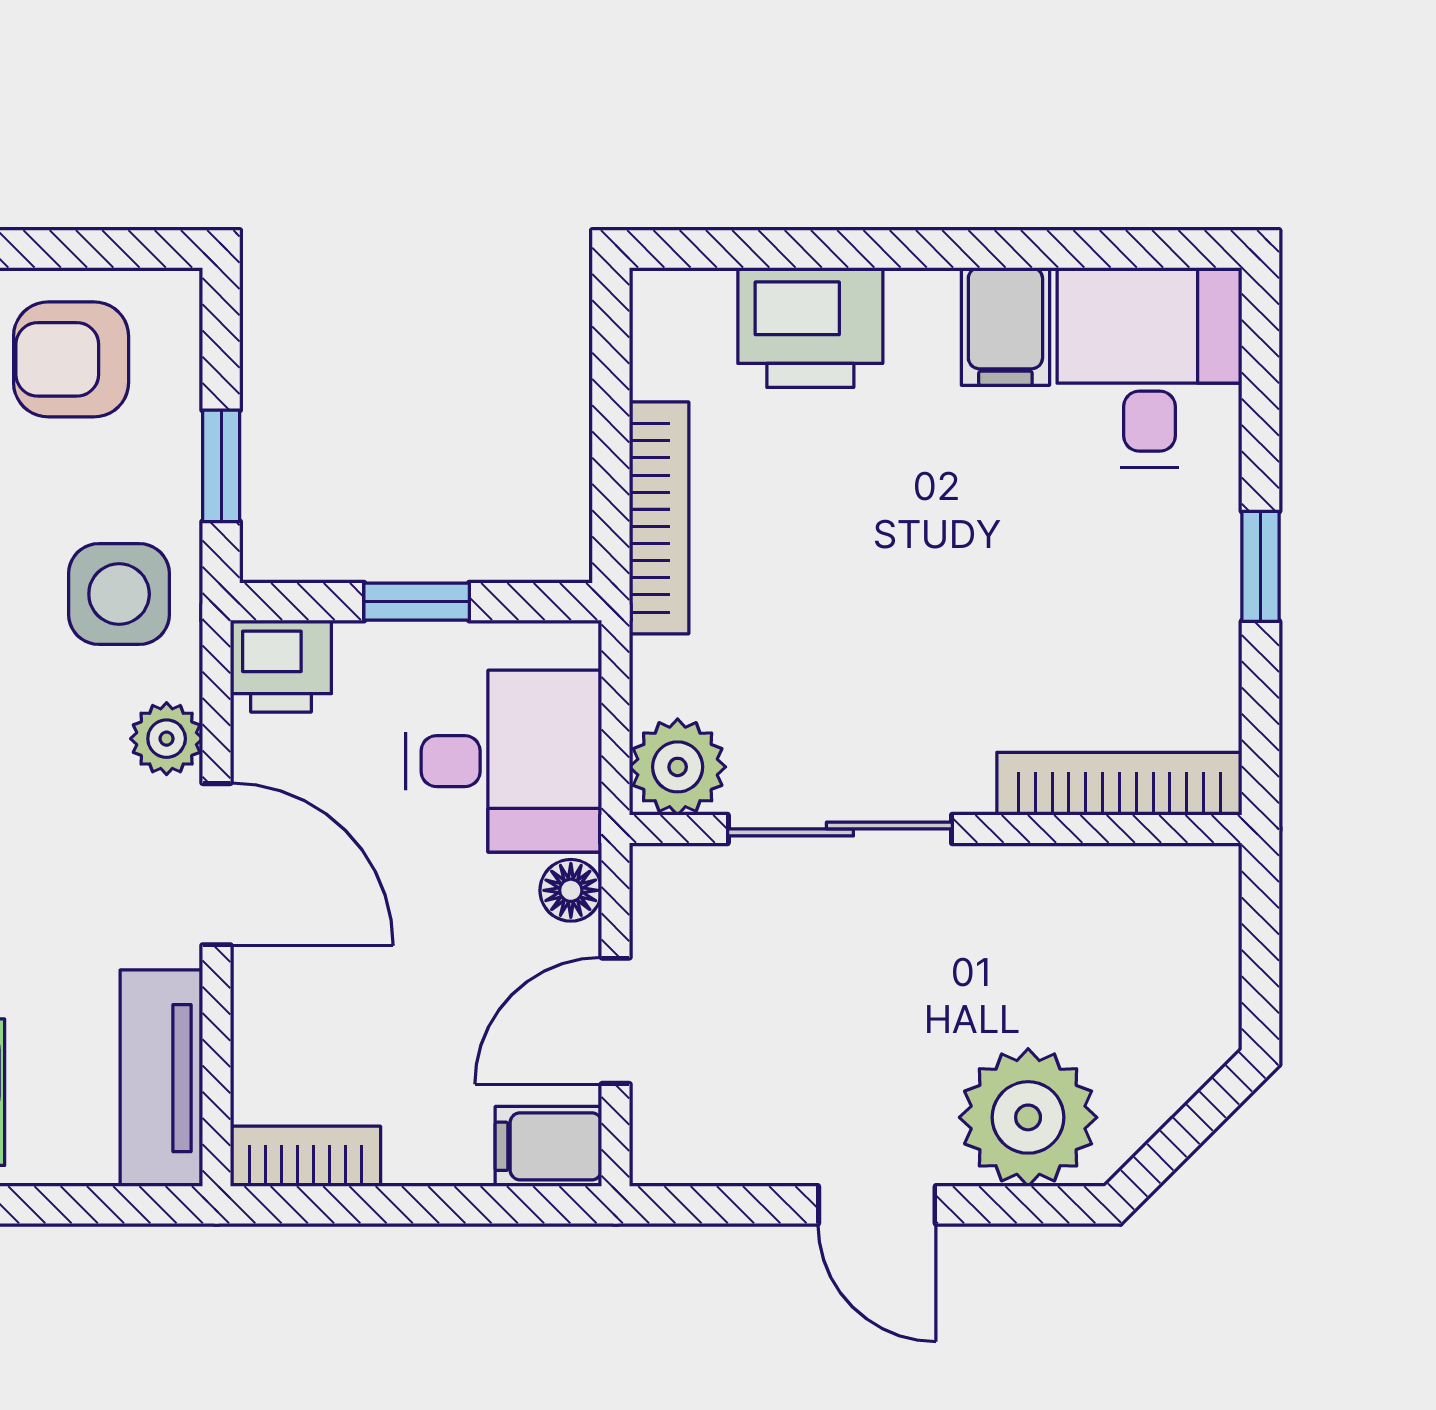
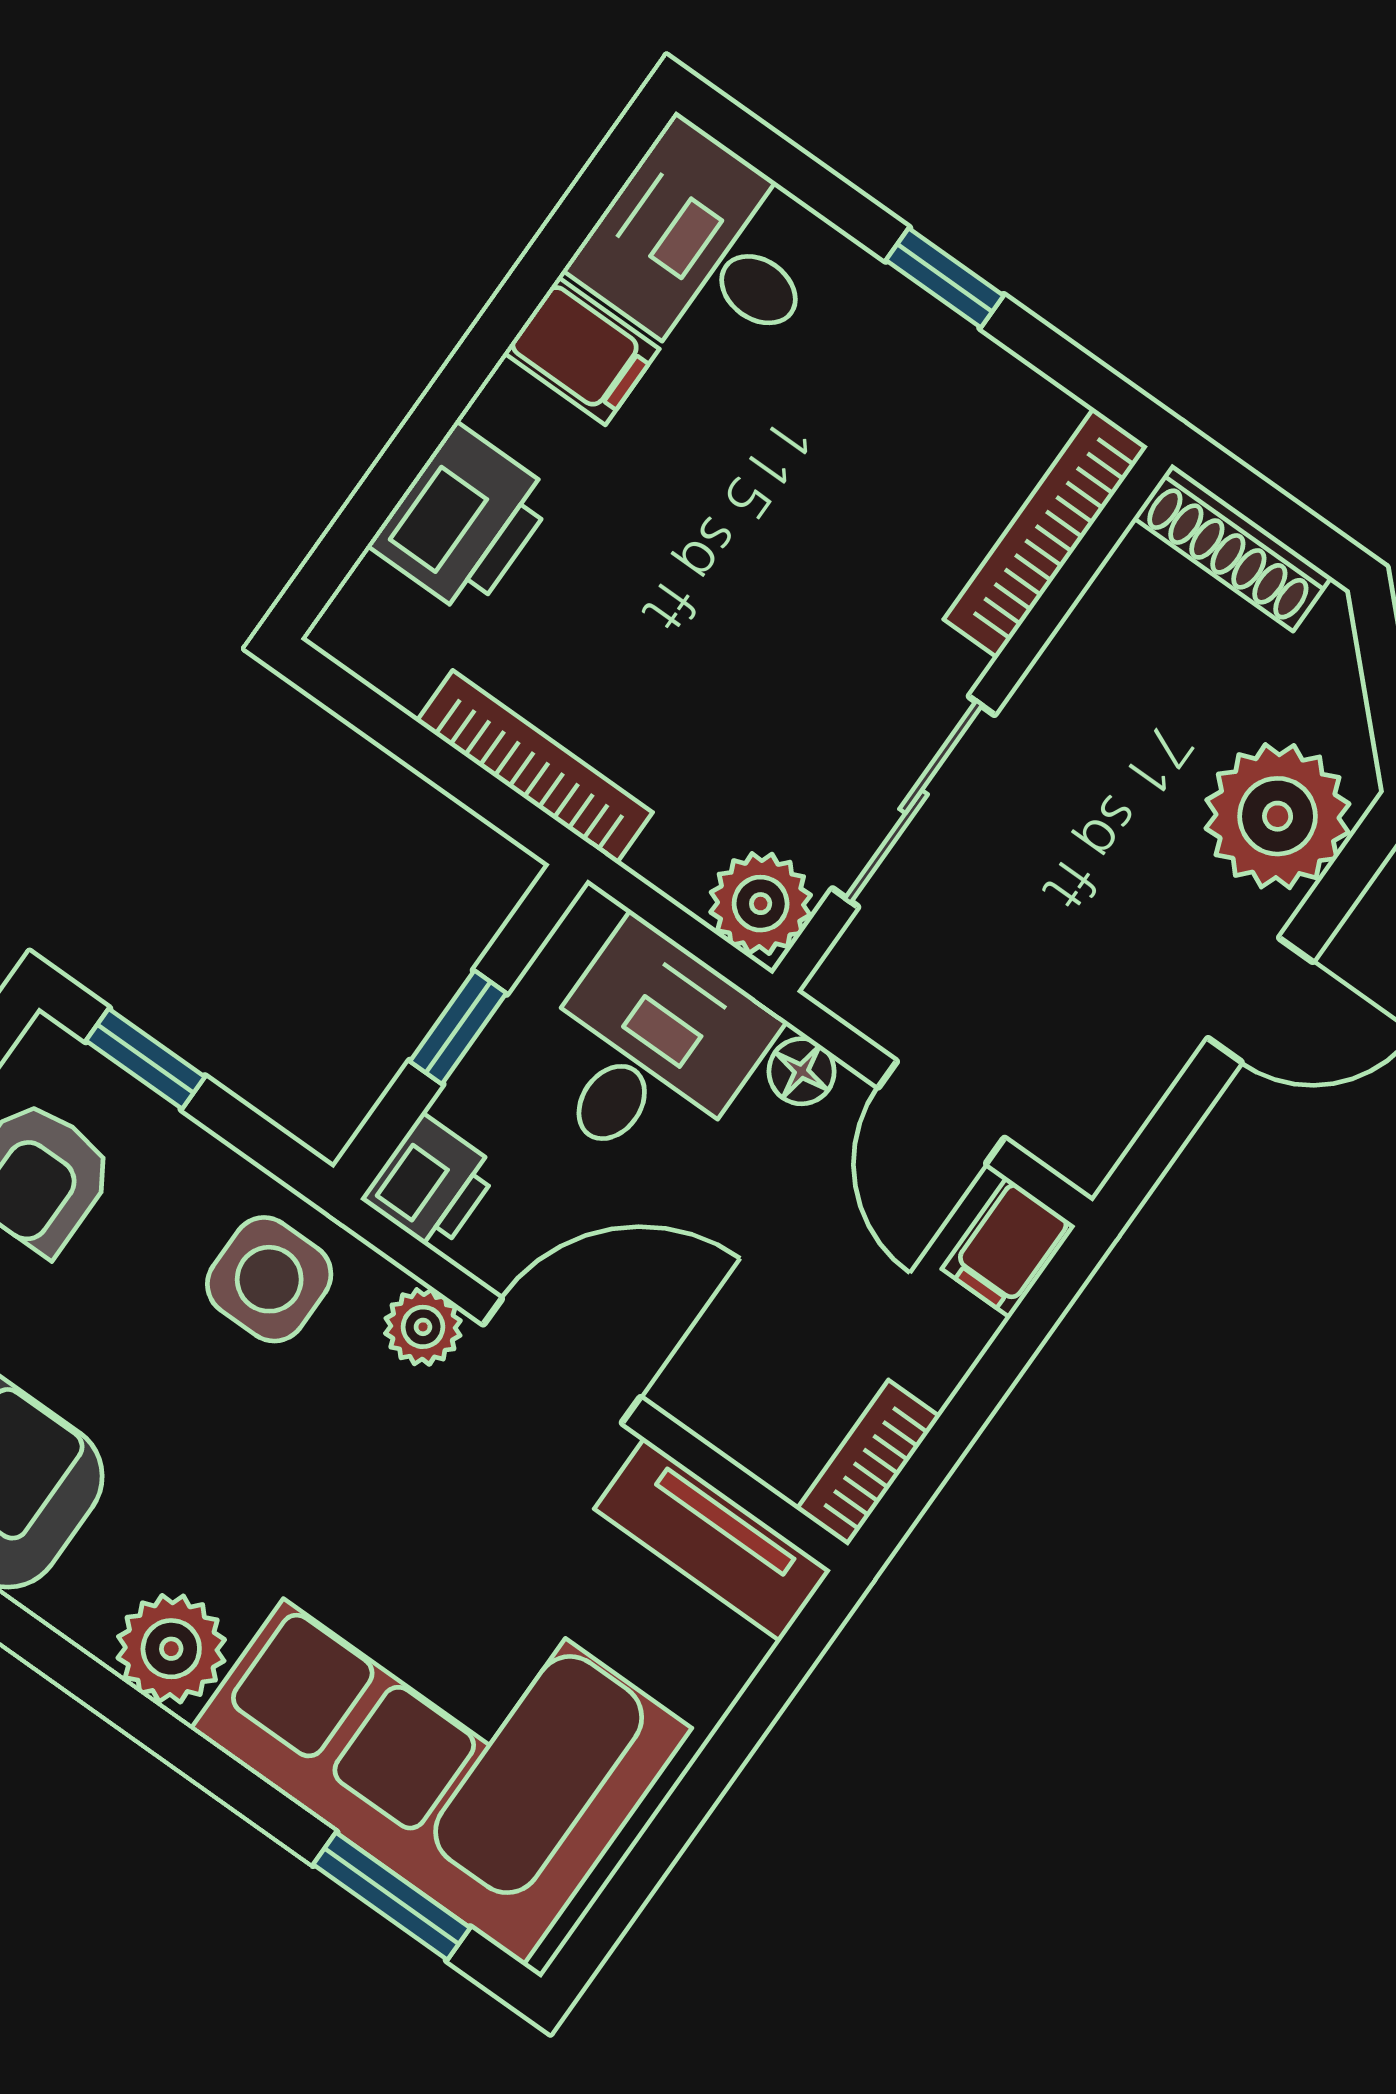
window: (221, 466) -> (145, 1059), moved
shoe rack: (1210, 936) -> (1233, 547), added

